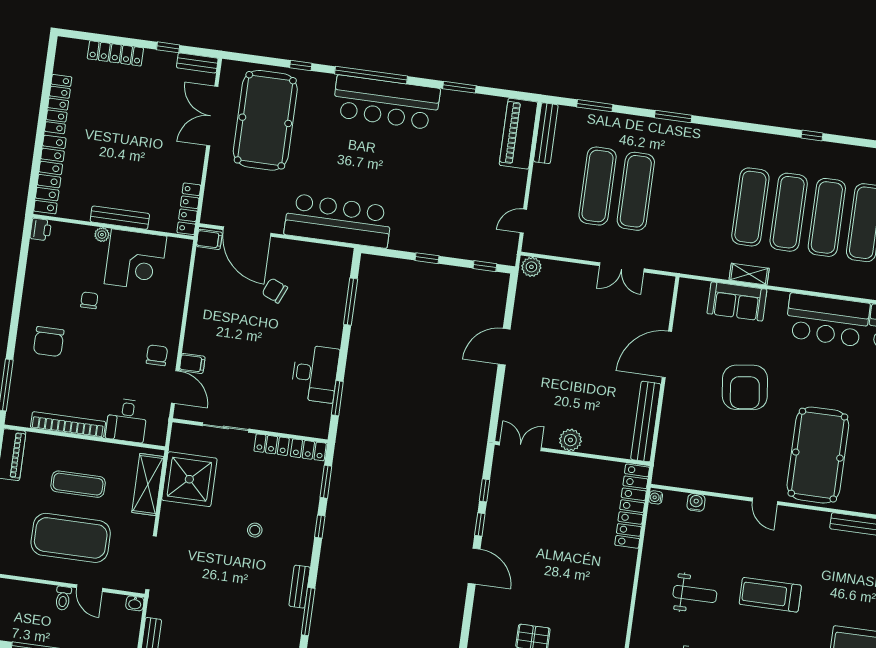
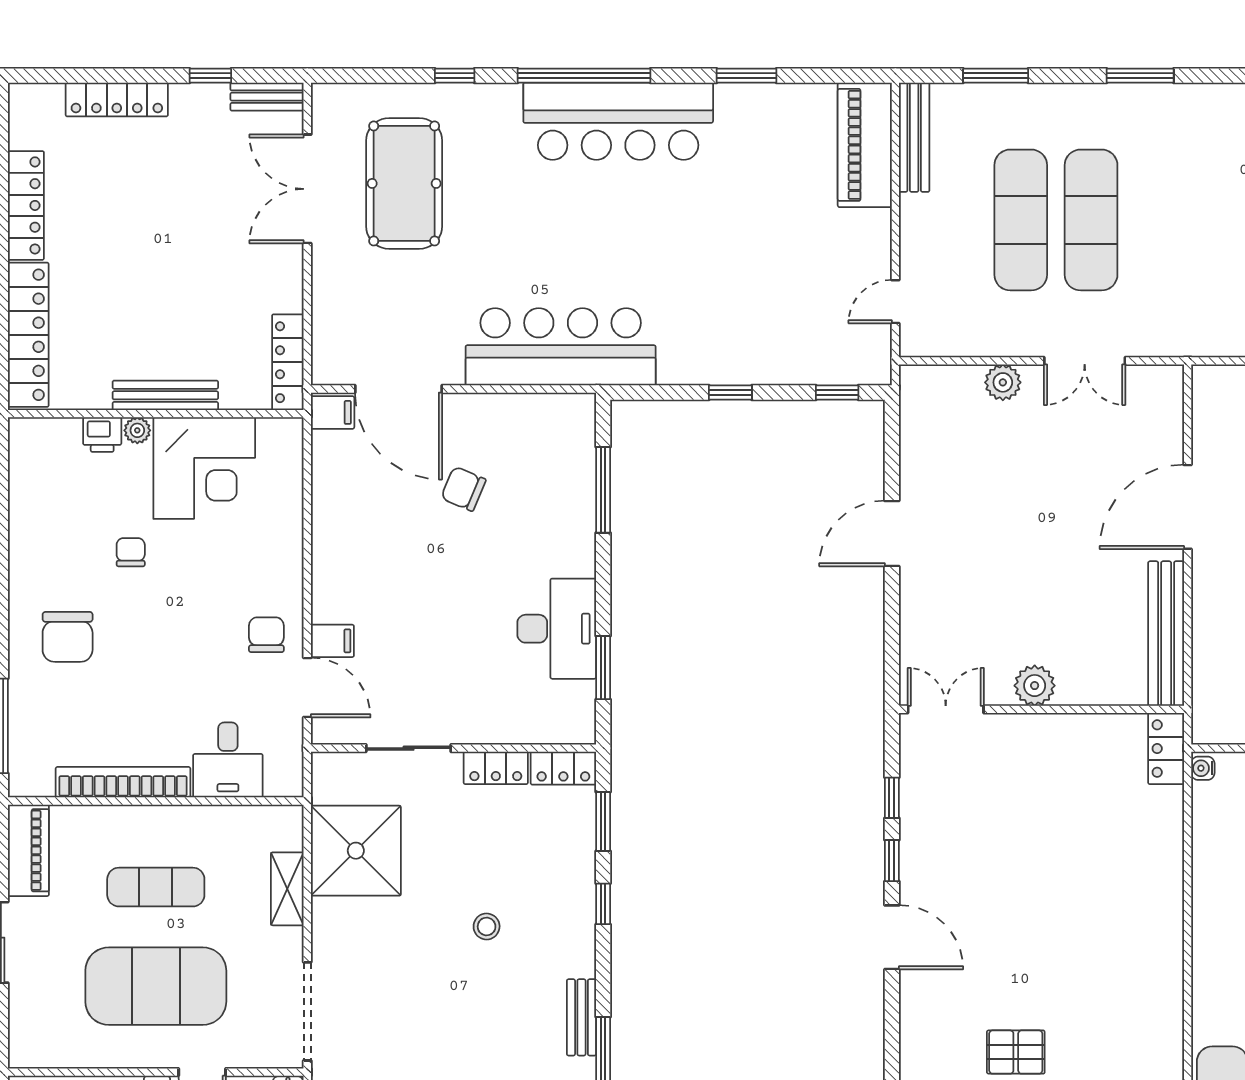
pool table: (265, 120) -> (404, 183), width x0.73, depth x0.76
printer: (41, 229) -> (102, 435), moved, turned 90
plant: (531, 267) -> (1003, 382), moved
shelving: (148, 485) -> (287, 889), width x0.67, depth x0.75
locker: (632, 506) -> (1166, 749), width x0.46, depth x0.83

